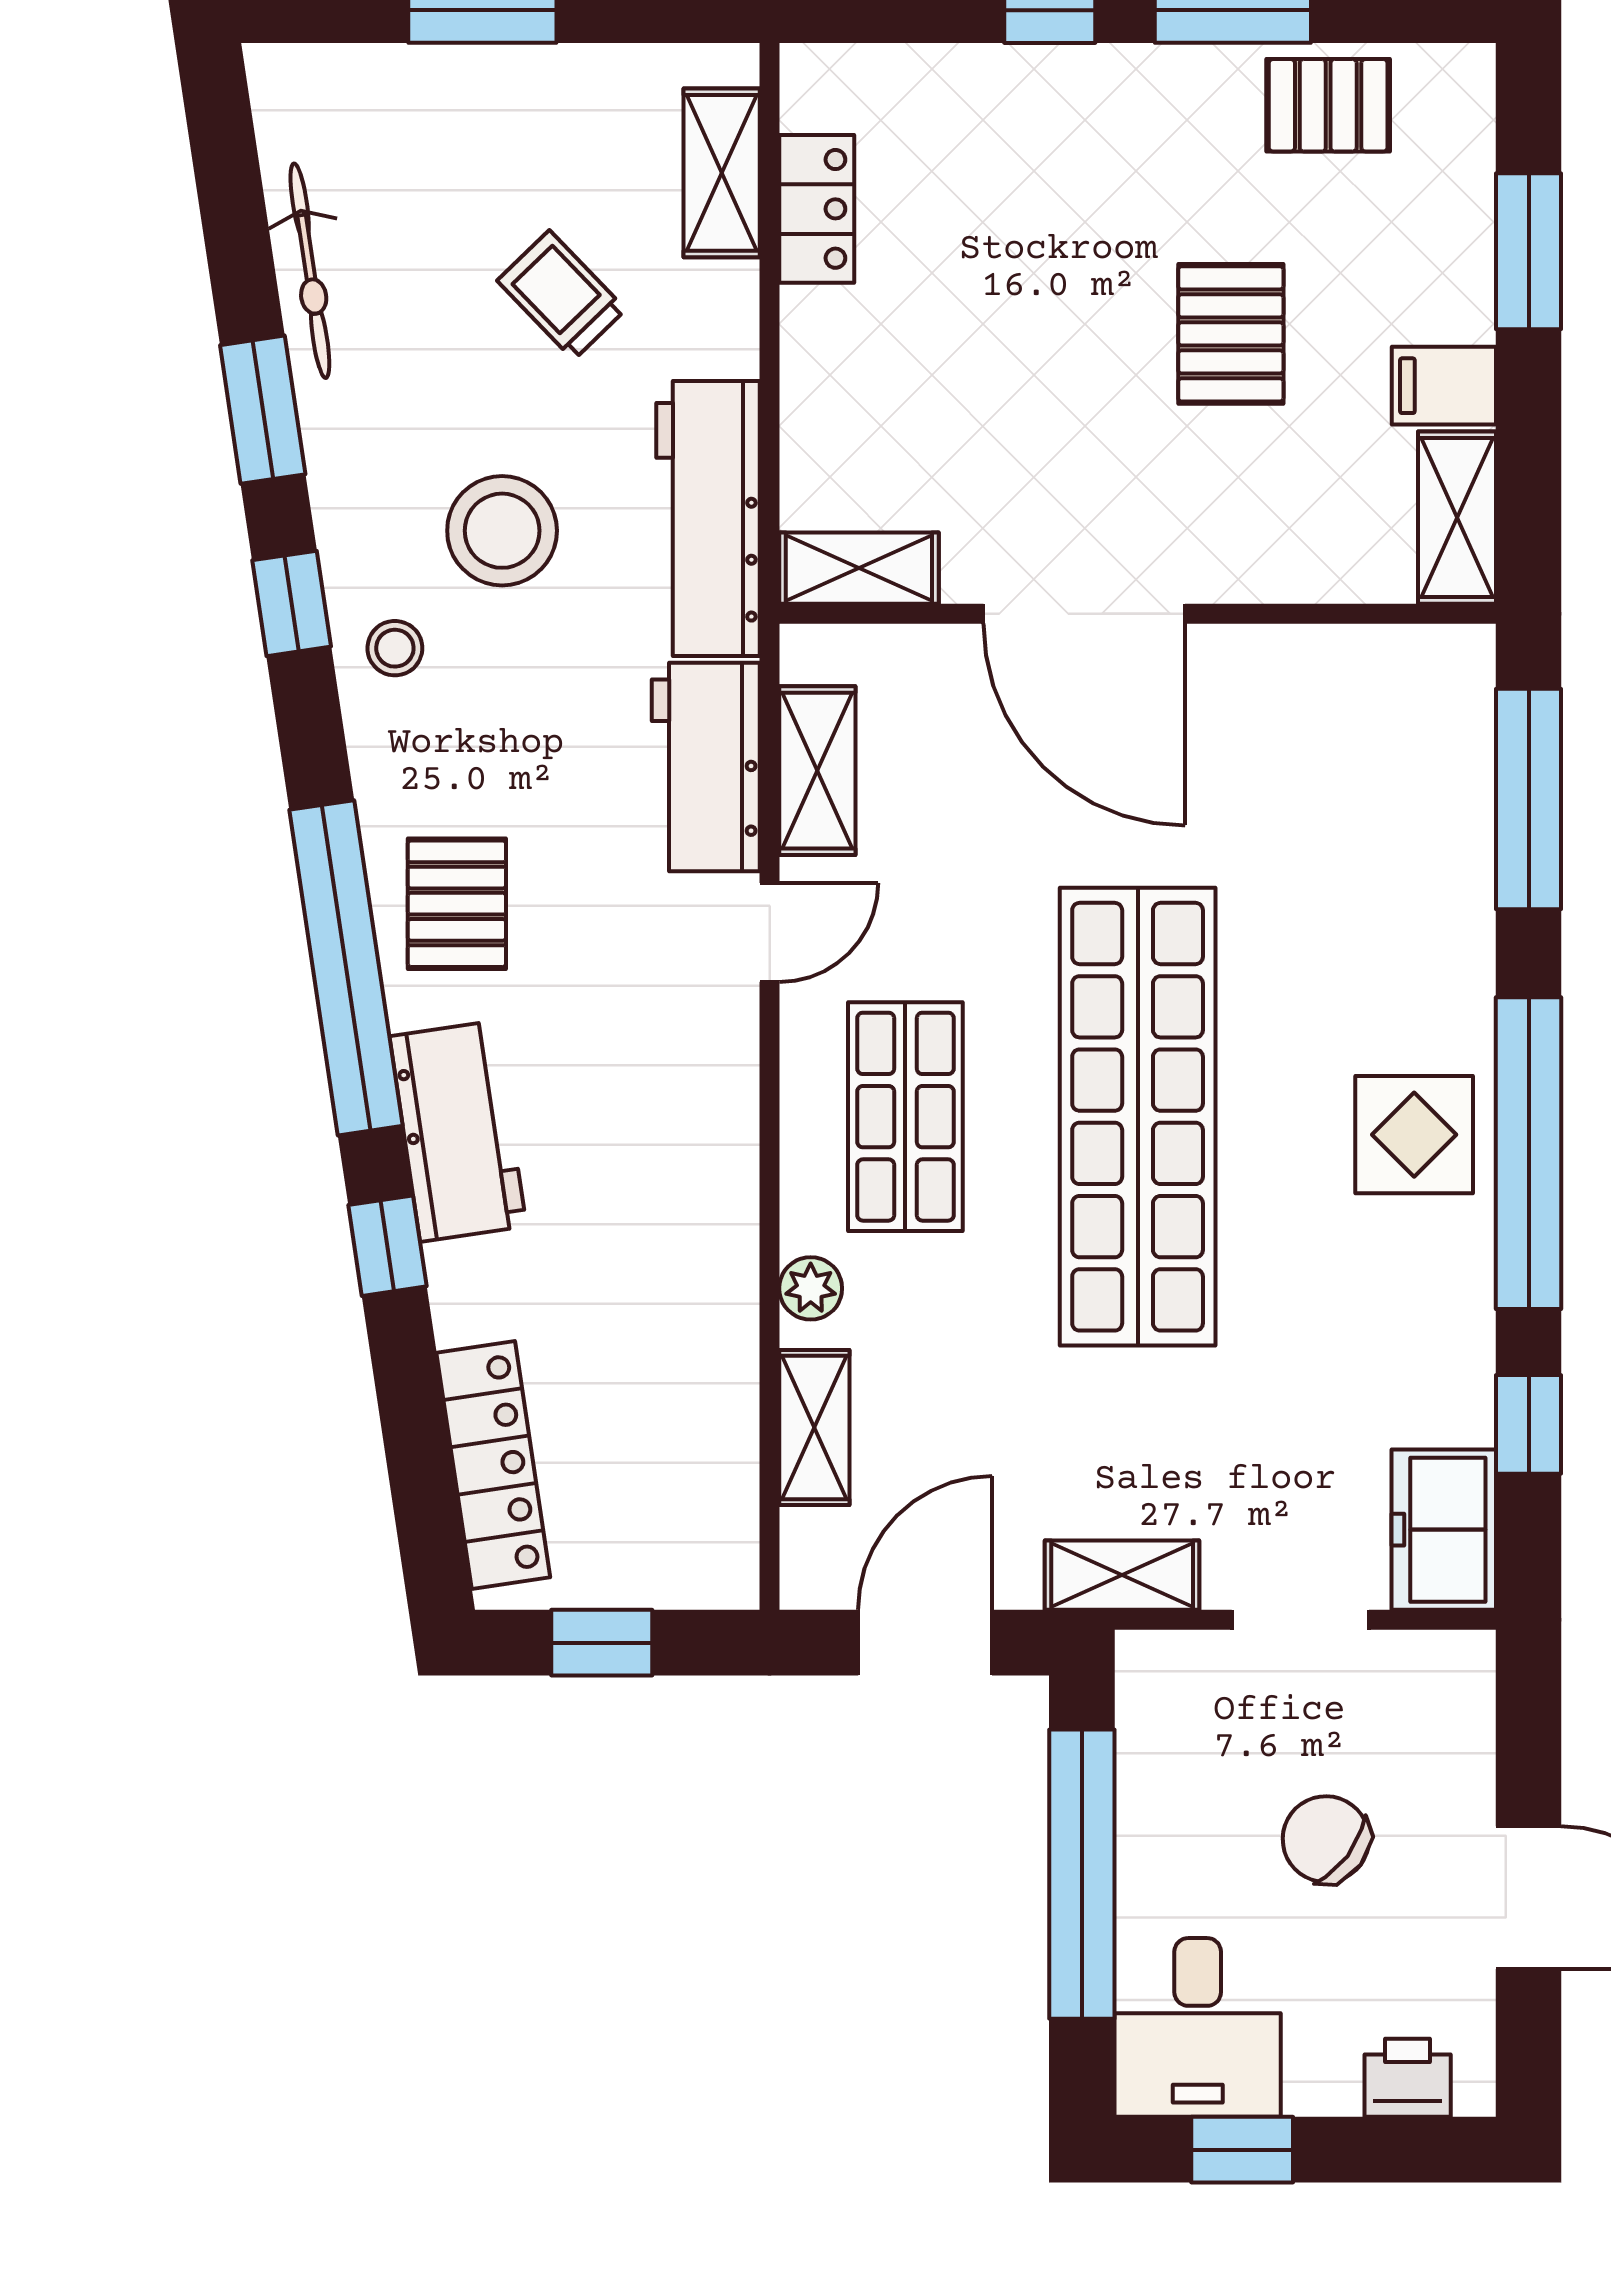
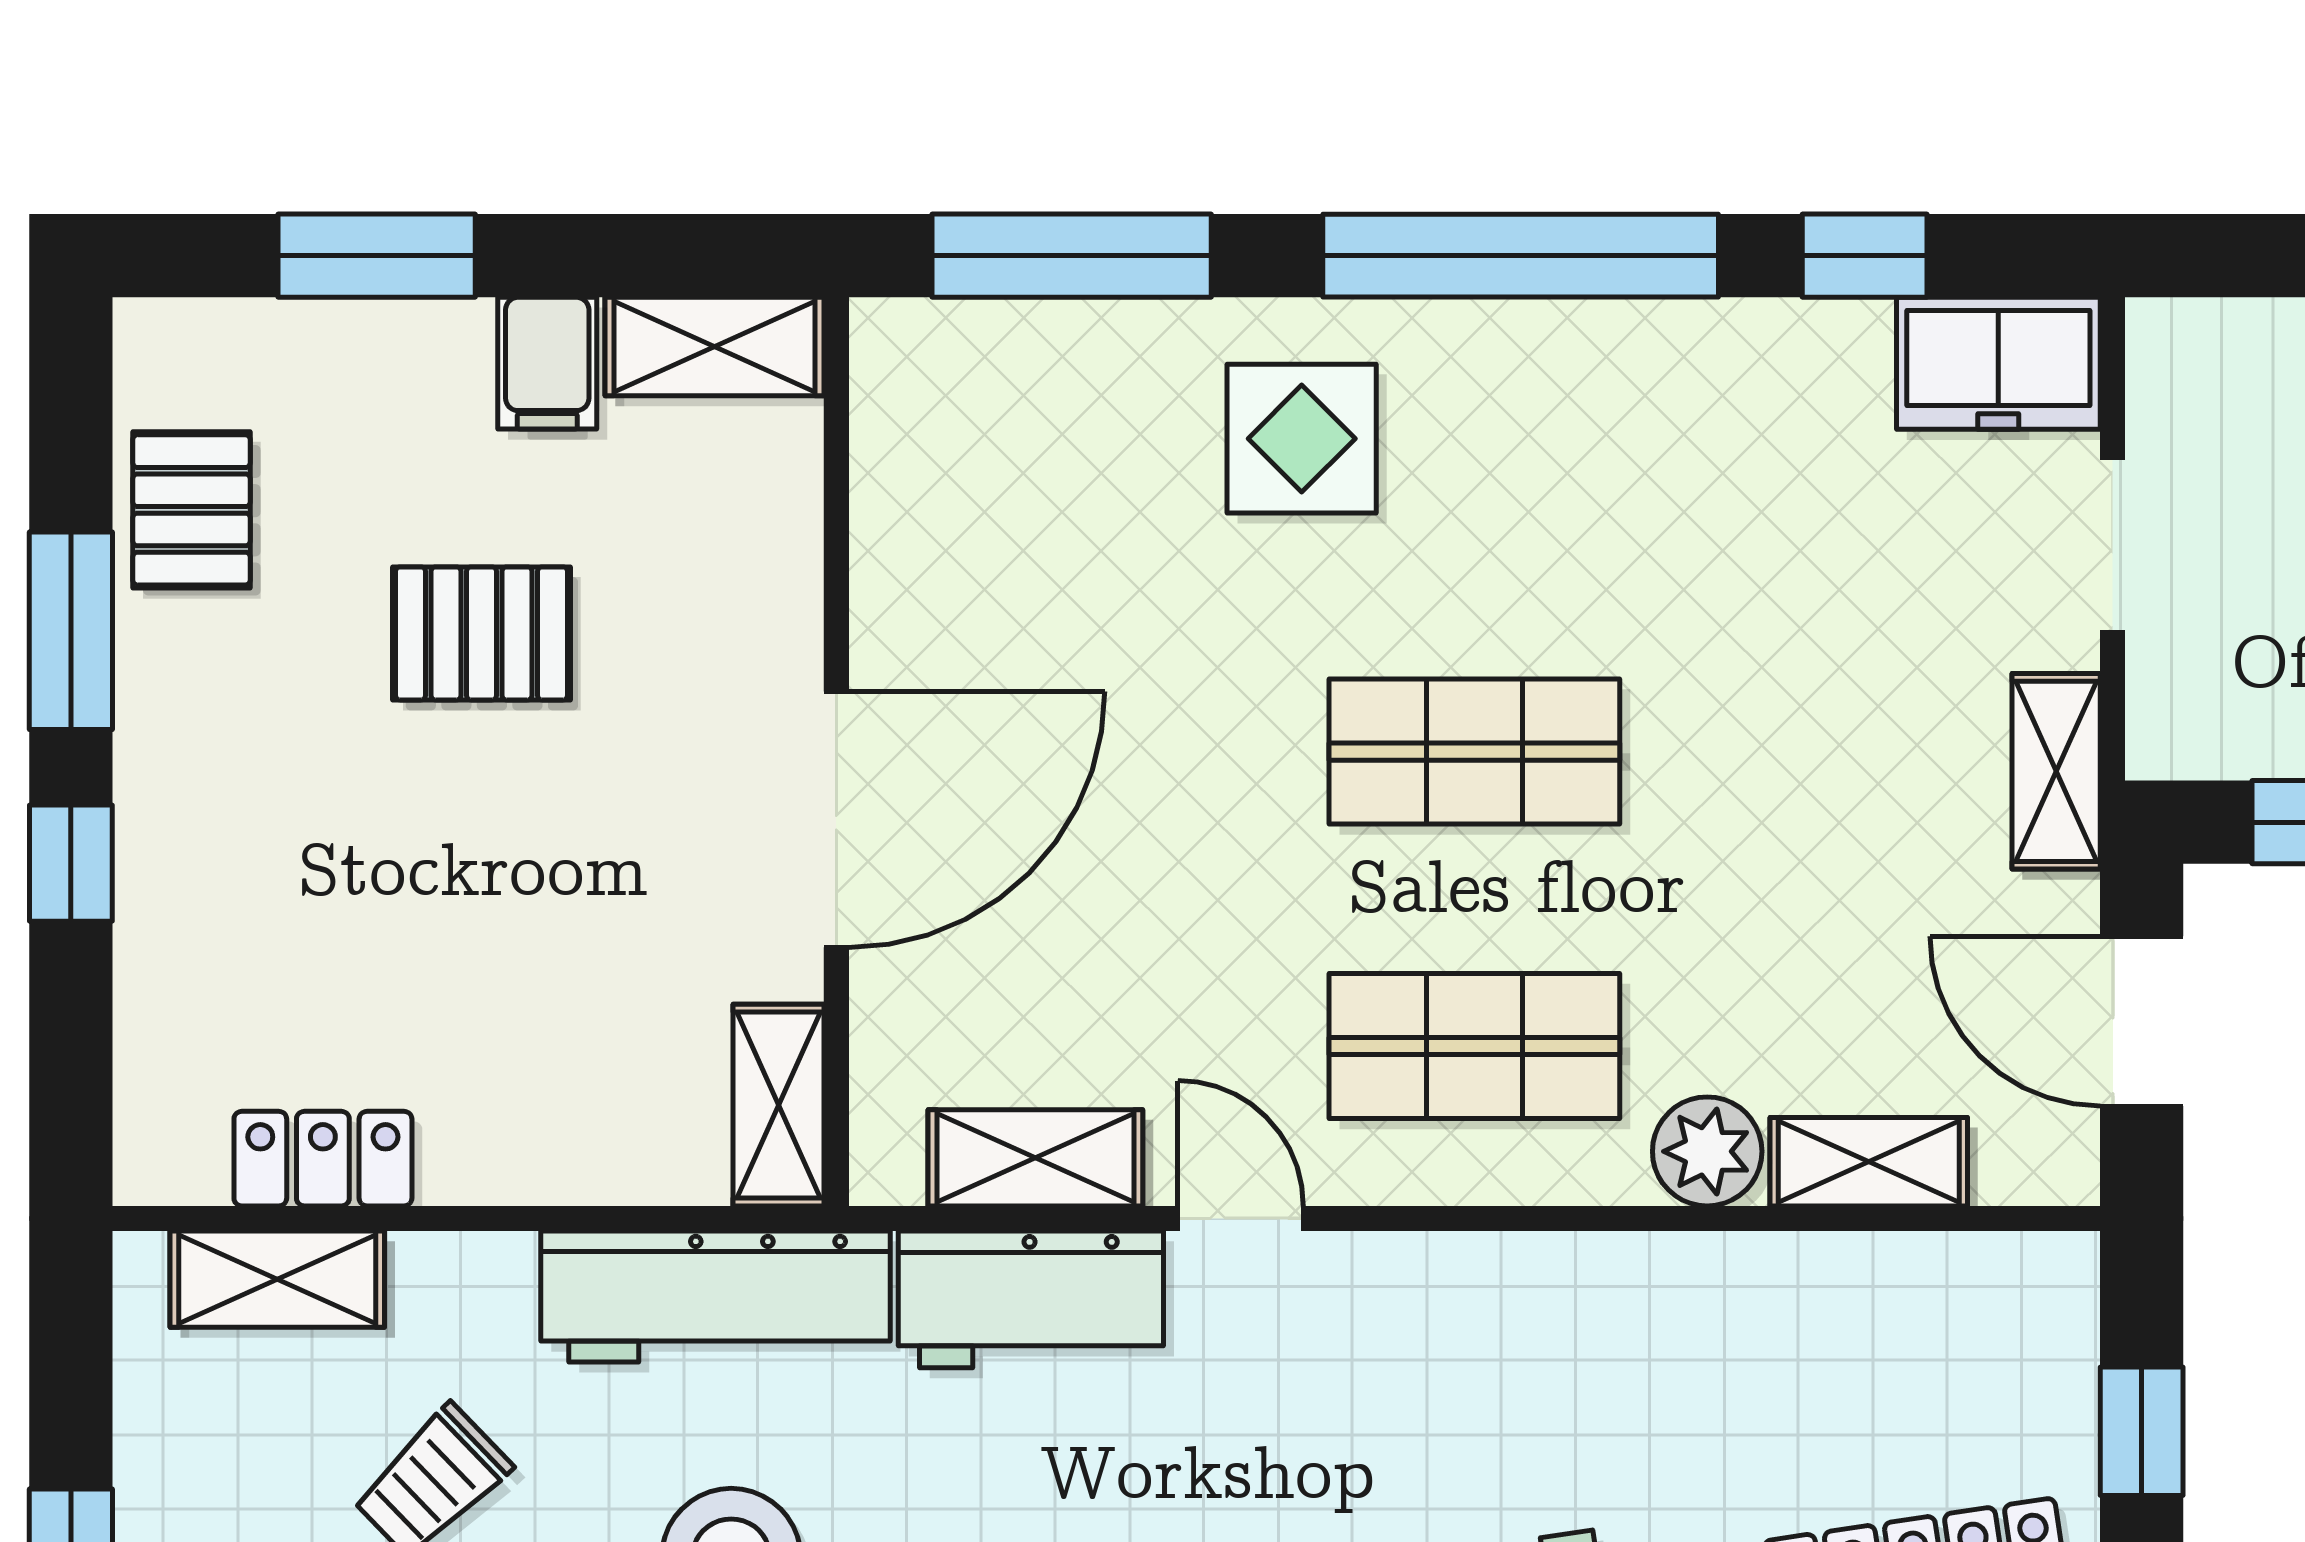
shop shelf: (1138, 1117) -> (1474, 752), width x0.50, depth x0.74
display table: (1414, 1135) -> (1302, 439), moved
plant: (811, 1288) -> (1707, 1151), width x1.38, depth x1.38

